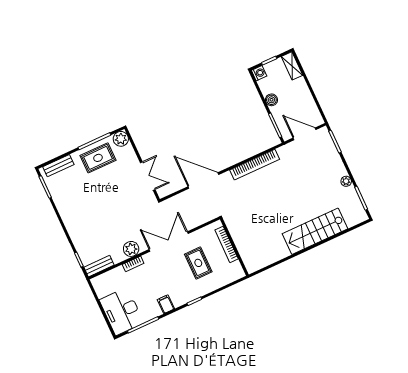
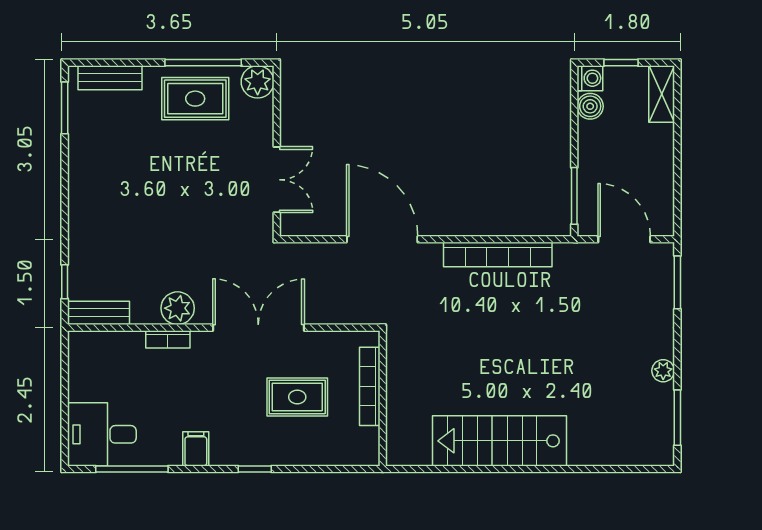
boiler: (271, 100) -> (590, 106), moved
stairs: (315, 231) -> (499, 441), moved
rug: (198, 263) -> (297, 397), turned 90
desk: (122, 311) -> (102, 434), width x0.73

